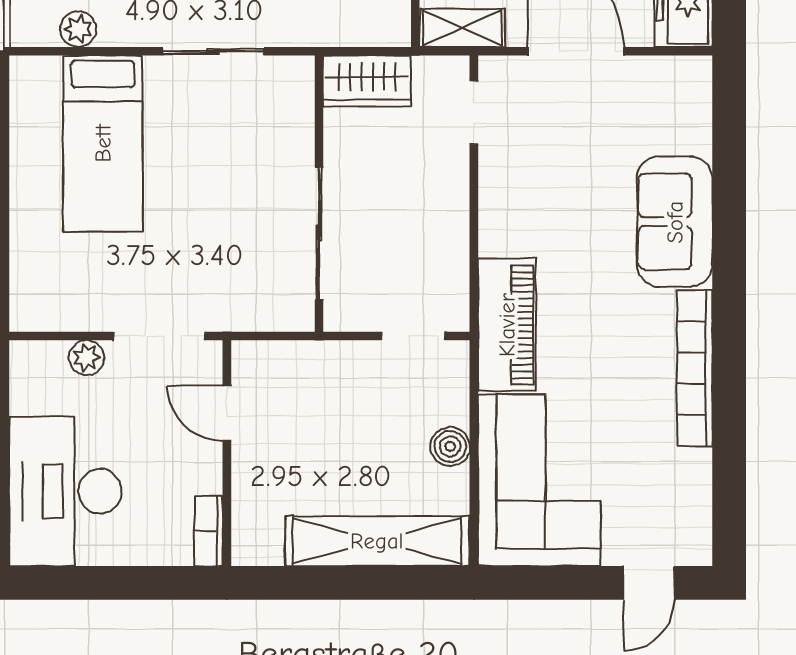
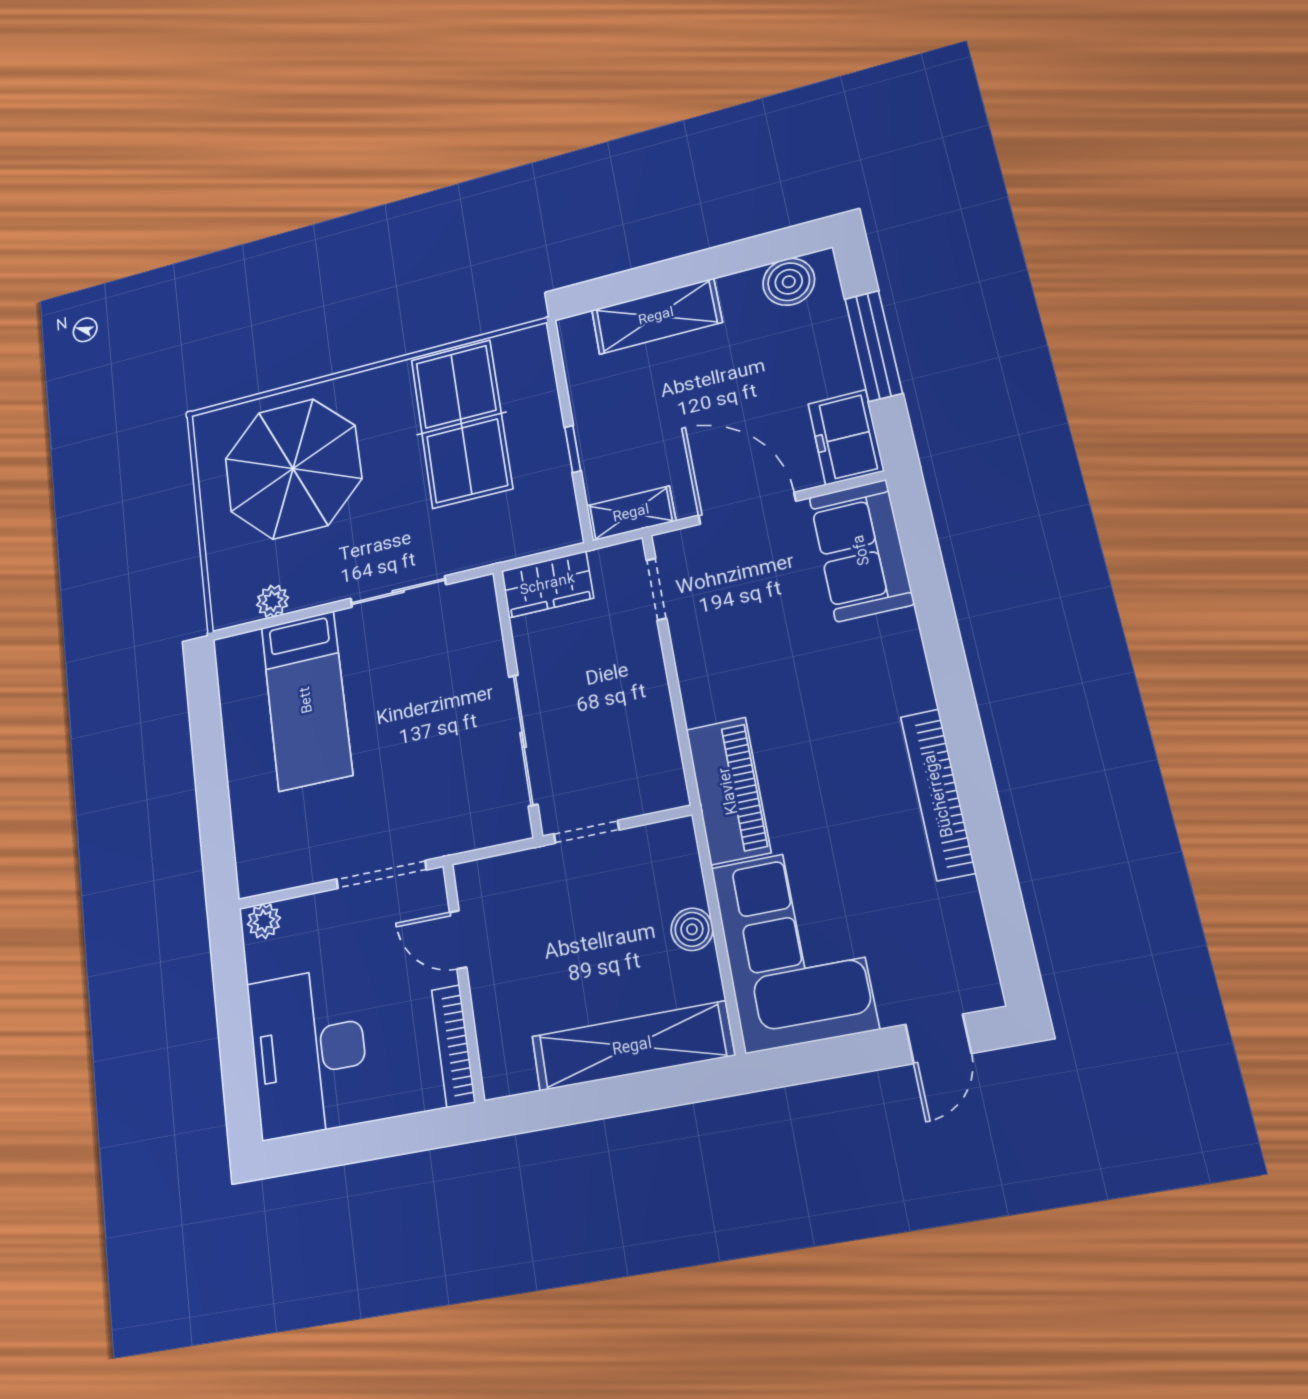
sofa: (675, 222) -> (861, 550), moved
doorway: (413, 336) -> (586, 832), moved
plant: (87, 358) -> (264, 921), moved
bookcase: (209, 531) -> (453, 1046), width x1.56

